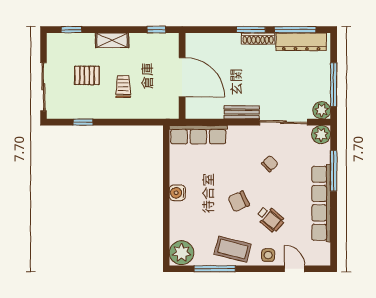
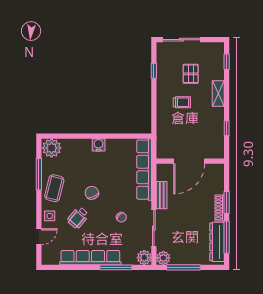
wall: (182, 76) -> (190, 161), moved
door: (182, 77) -> (189, 161), moved
row of seats: (198, 135) -> (144, 170), width x1.36

